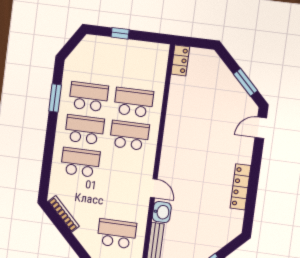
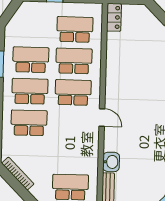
school desk: (138, 69) -> (75, 29), added
door: (154, 188) -> (102, 117), moved

